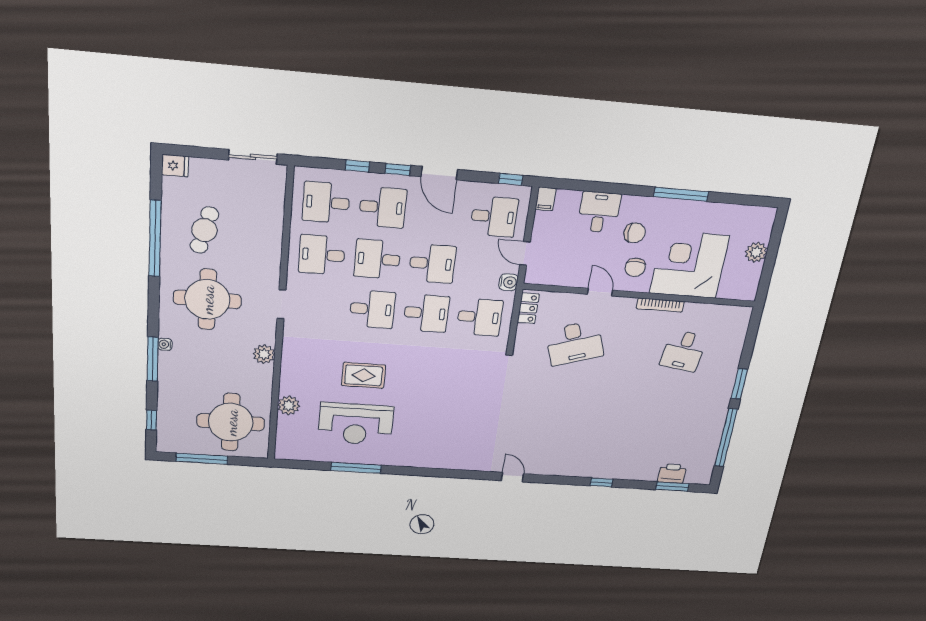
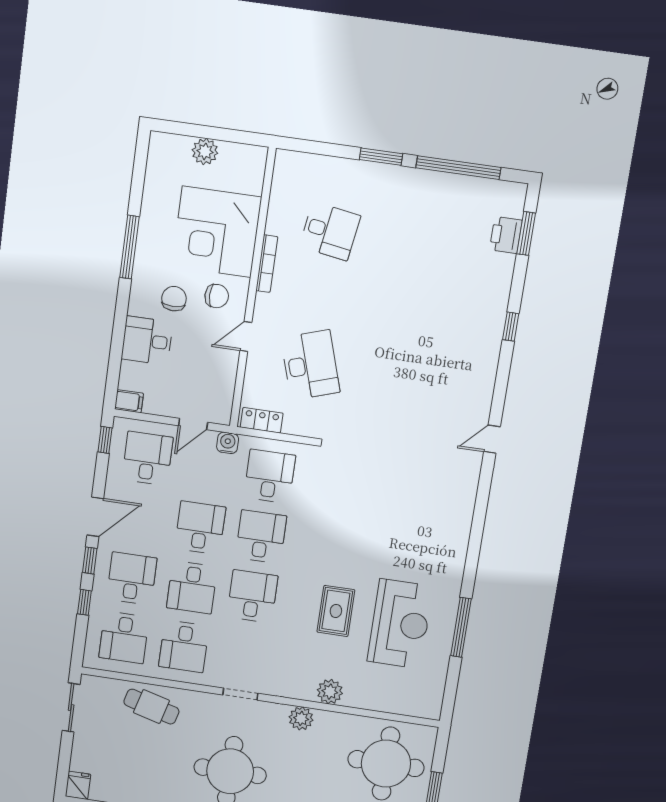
cafe table: (204, 230) -> (151, 707), moved
plant: (289, 405) -> (330, 692), moved

